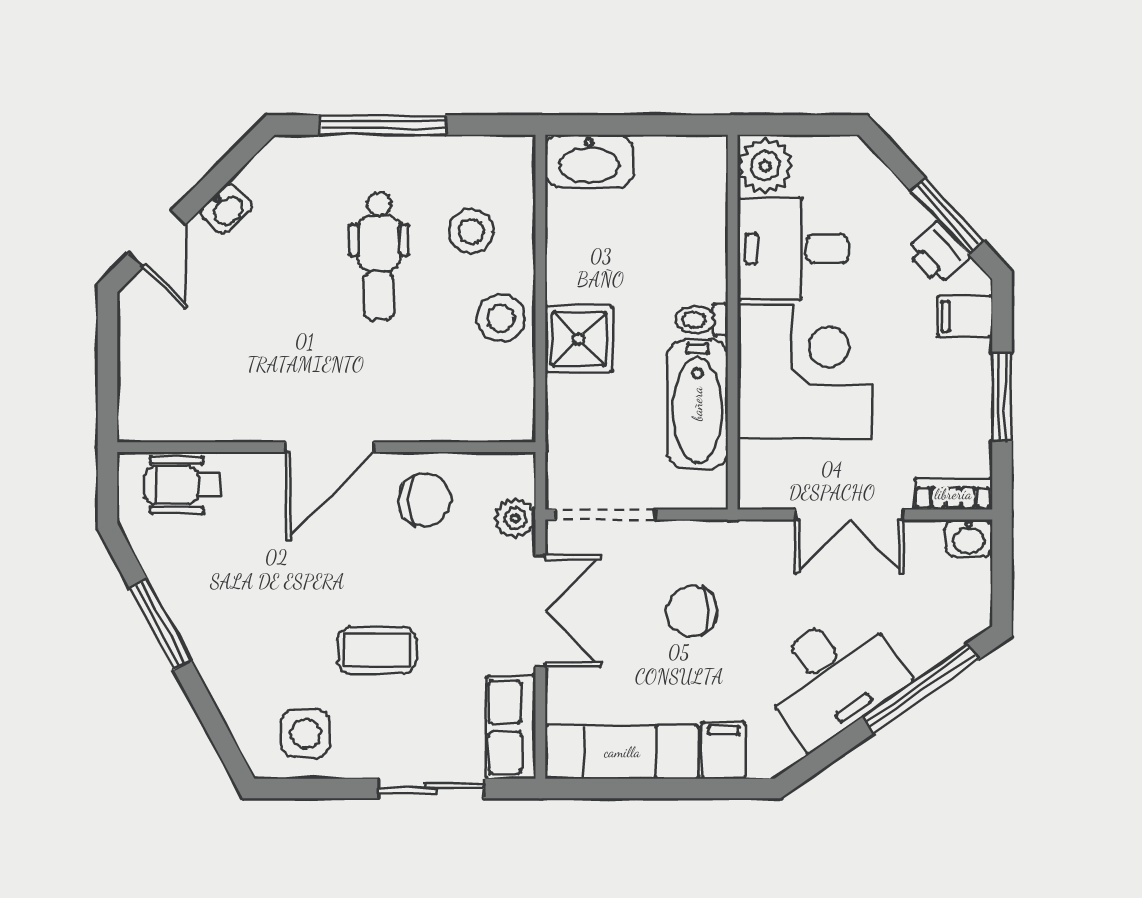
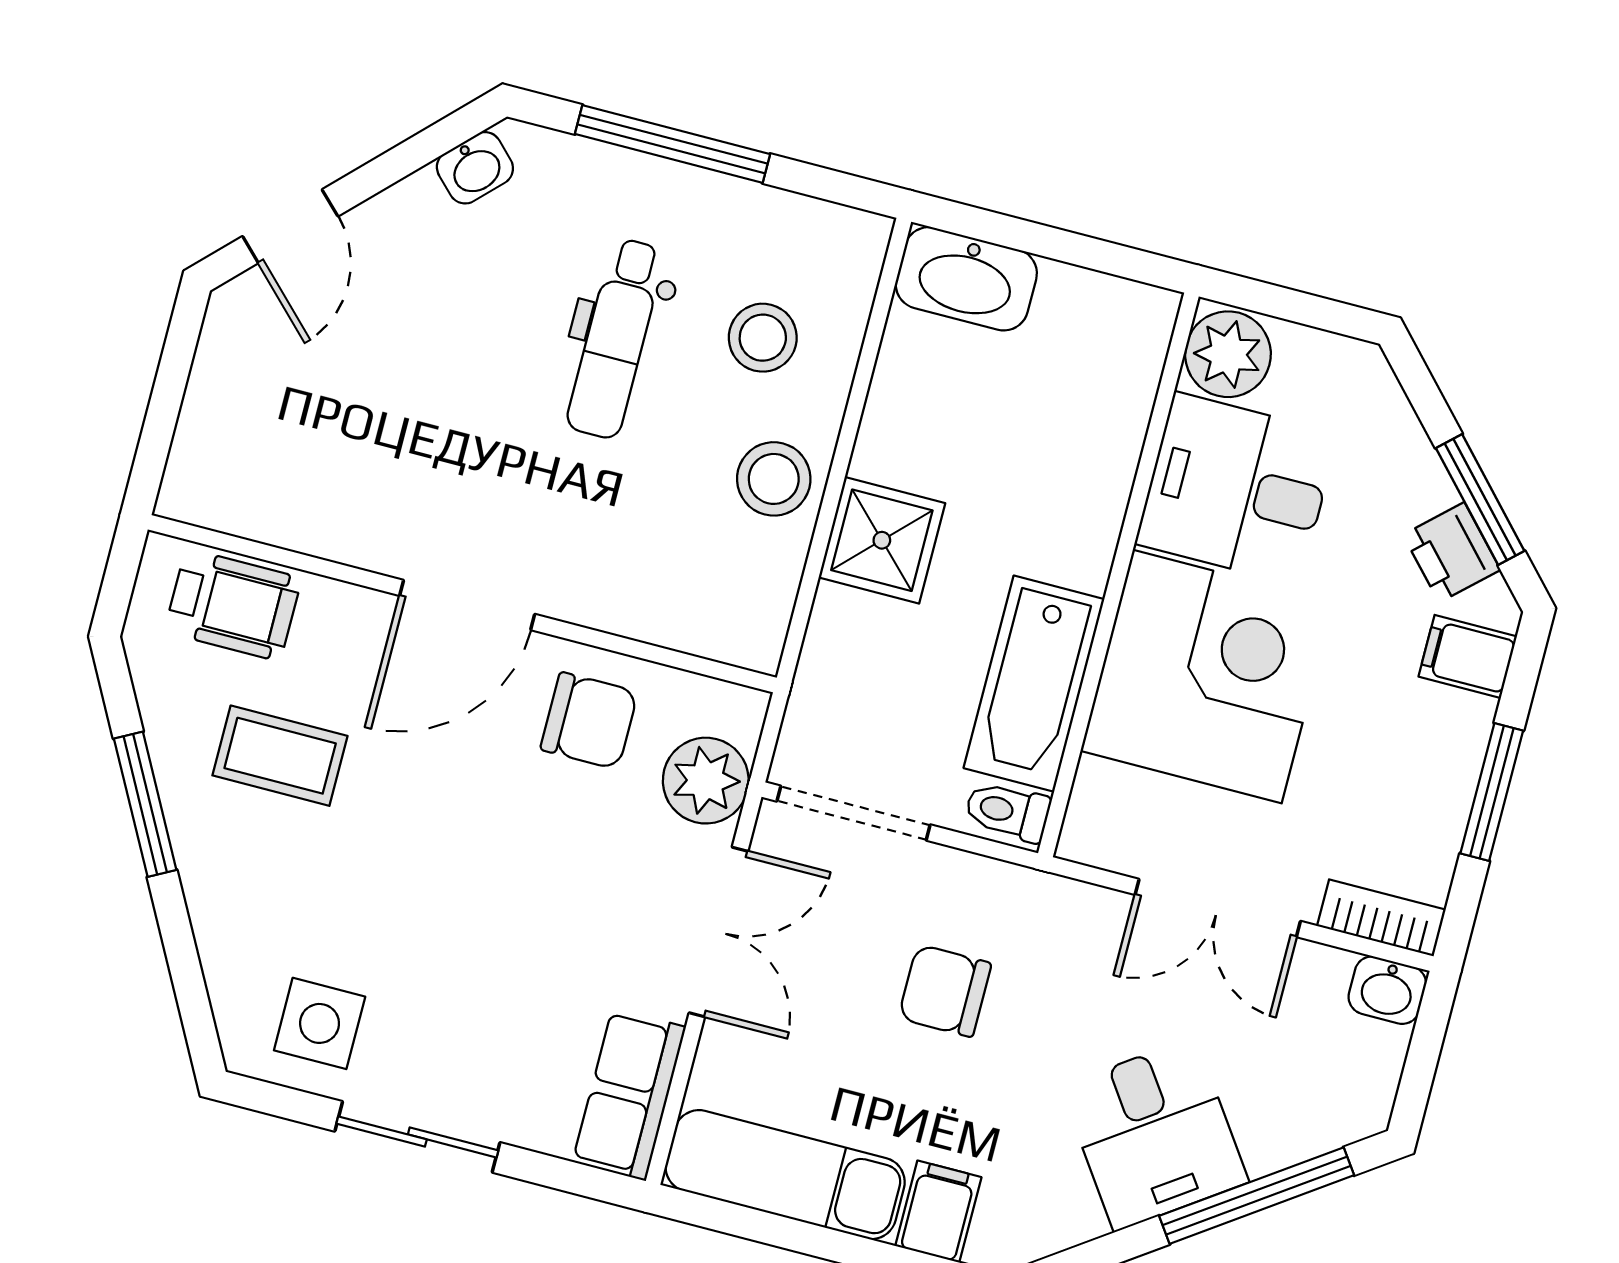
washbasin: (226, 209) -> (475, 168), moved
toilet: (702, 320) -> (1008, 811), moved
wheelchair: (183, 485) -> (233, 605), turned 180
plant: (515, 518) -> (706, 781), width x1.38, depth x1.38
coffee table: (377, 650) -> (280, 756), moved
desk: (832, 677) -> (1155, 1134), width x0.73
sliding door: (431, 789) -> (417, 1137), moved

